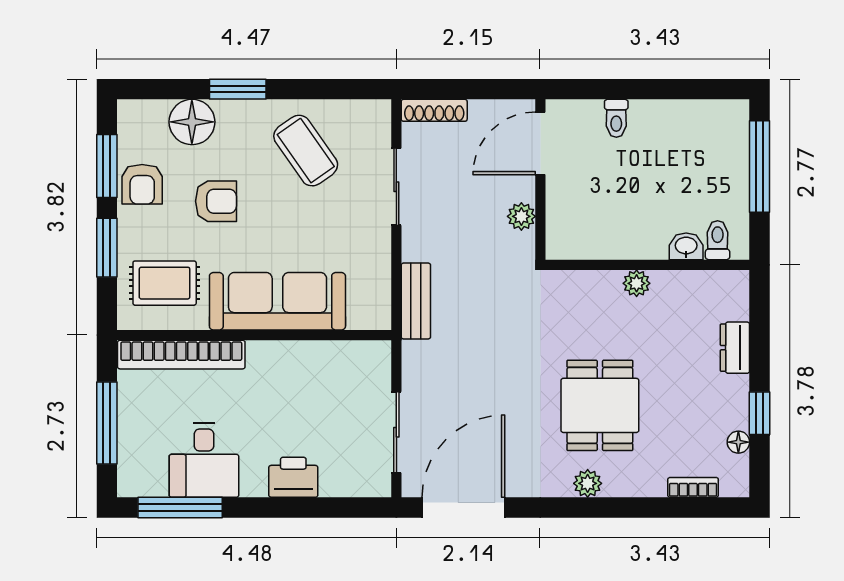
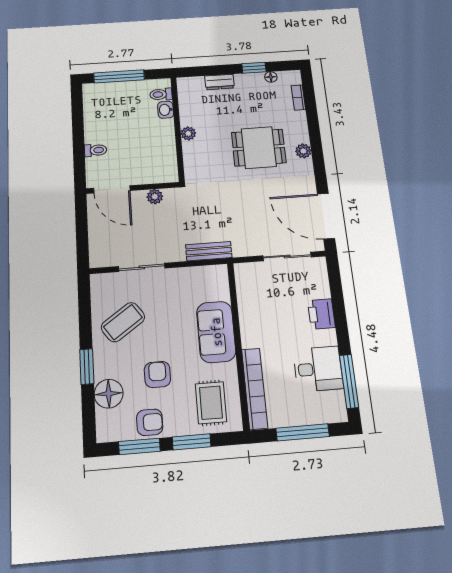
shoe rack: (434, 110) -> (95, 249), removed
sofa: (277, 301) -> (216, 332), width x0.73

